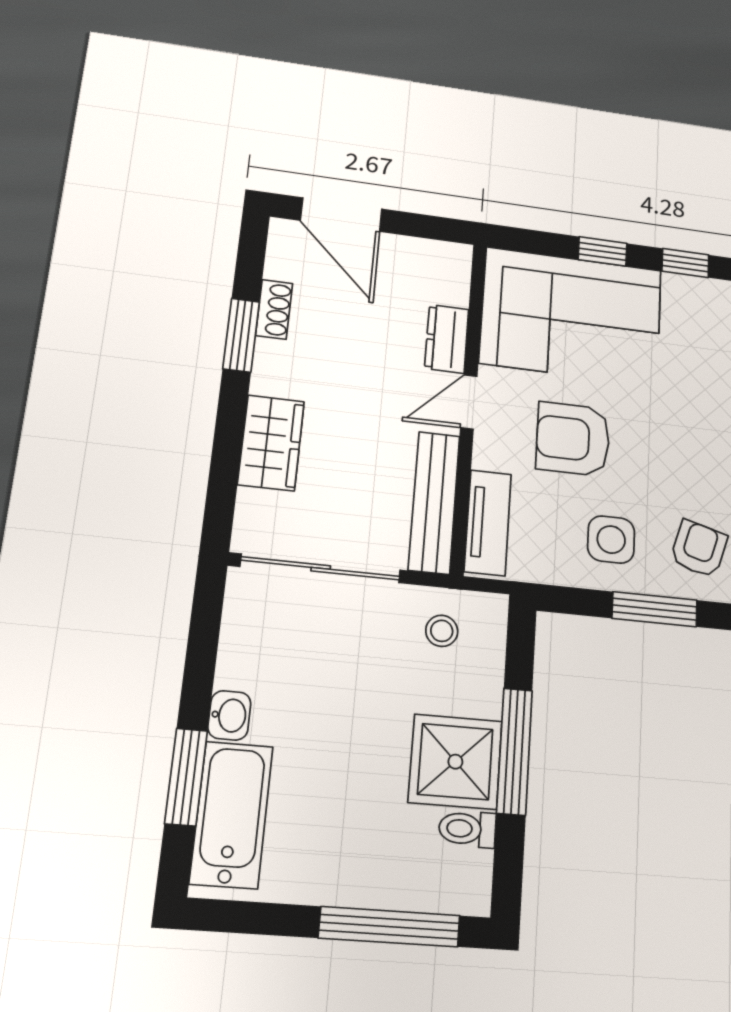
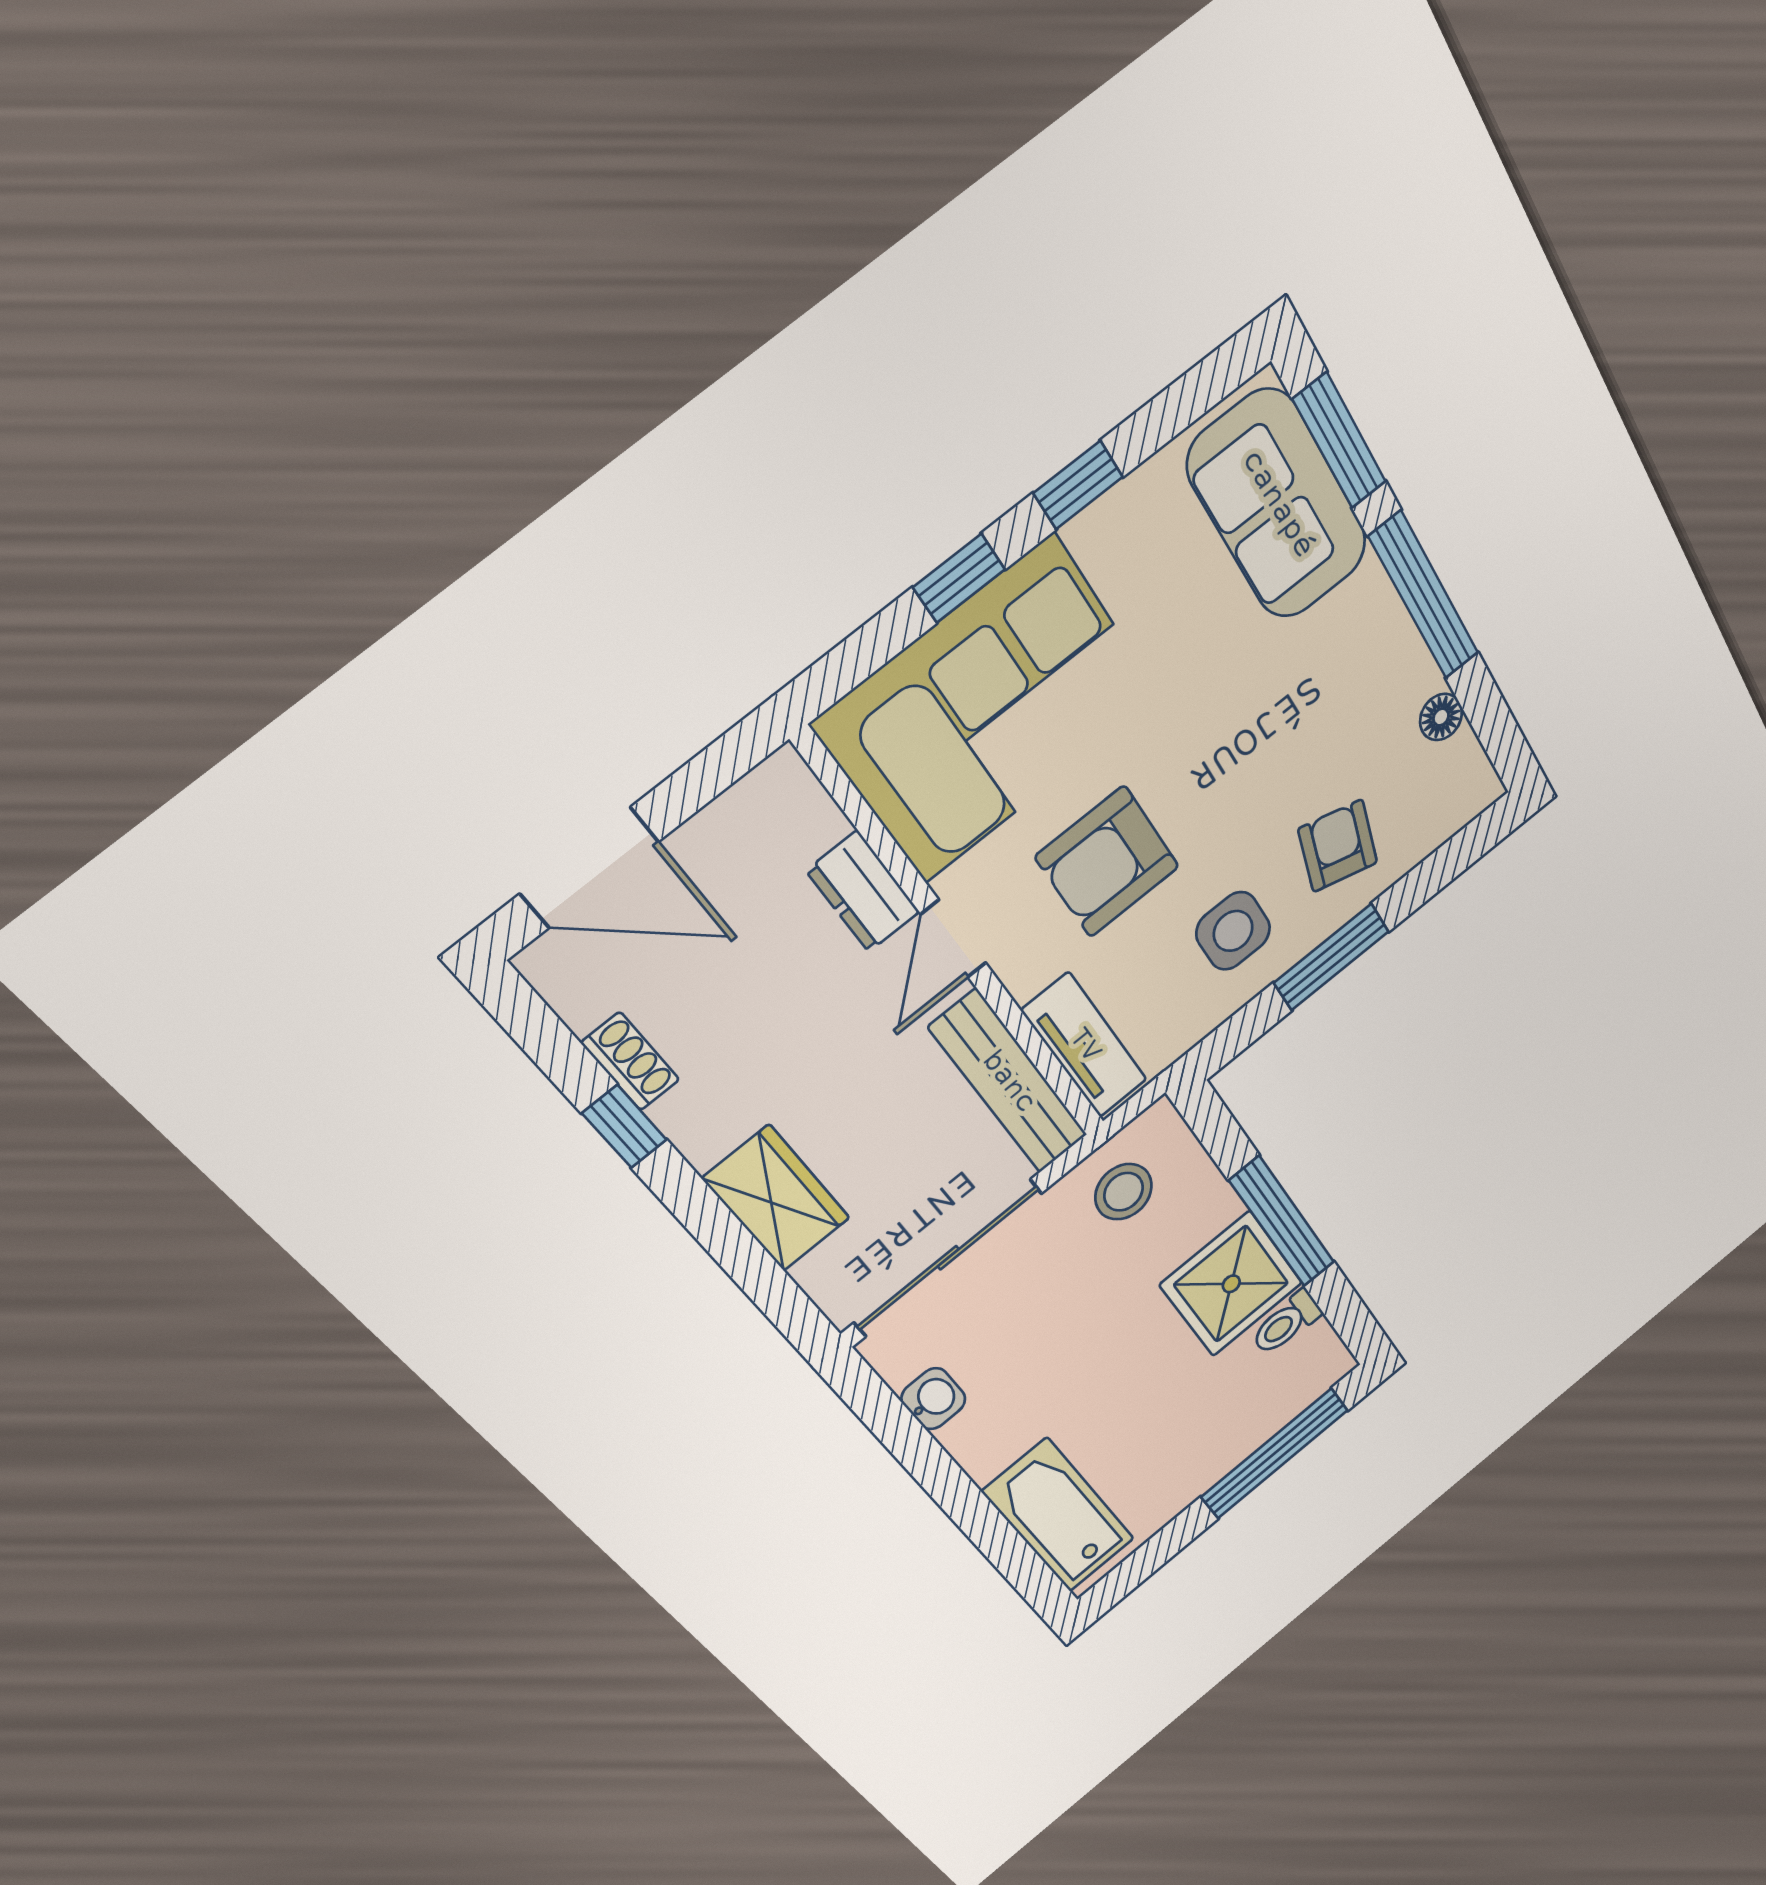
window: (241, 335) -> (624, 1126), width x0.67
stool: (442, 631) -> (1124, 1192), width x1.37, depth x1.37
washbasin: (229, 715) -> (933, 1399), moved
window: (186, 777) -> (989, 1531), removed

